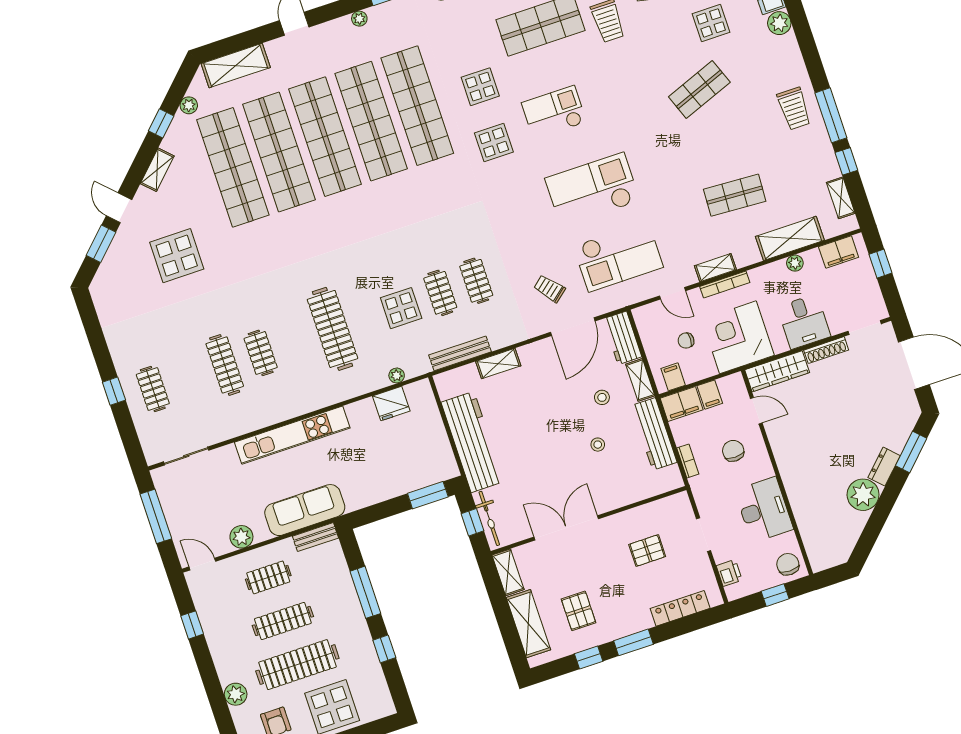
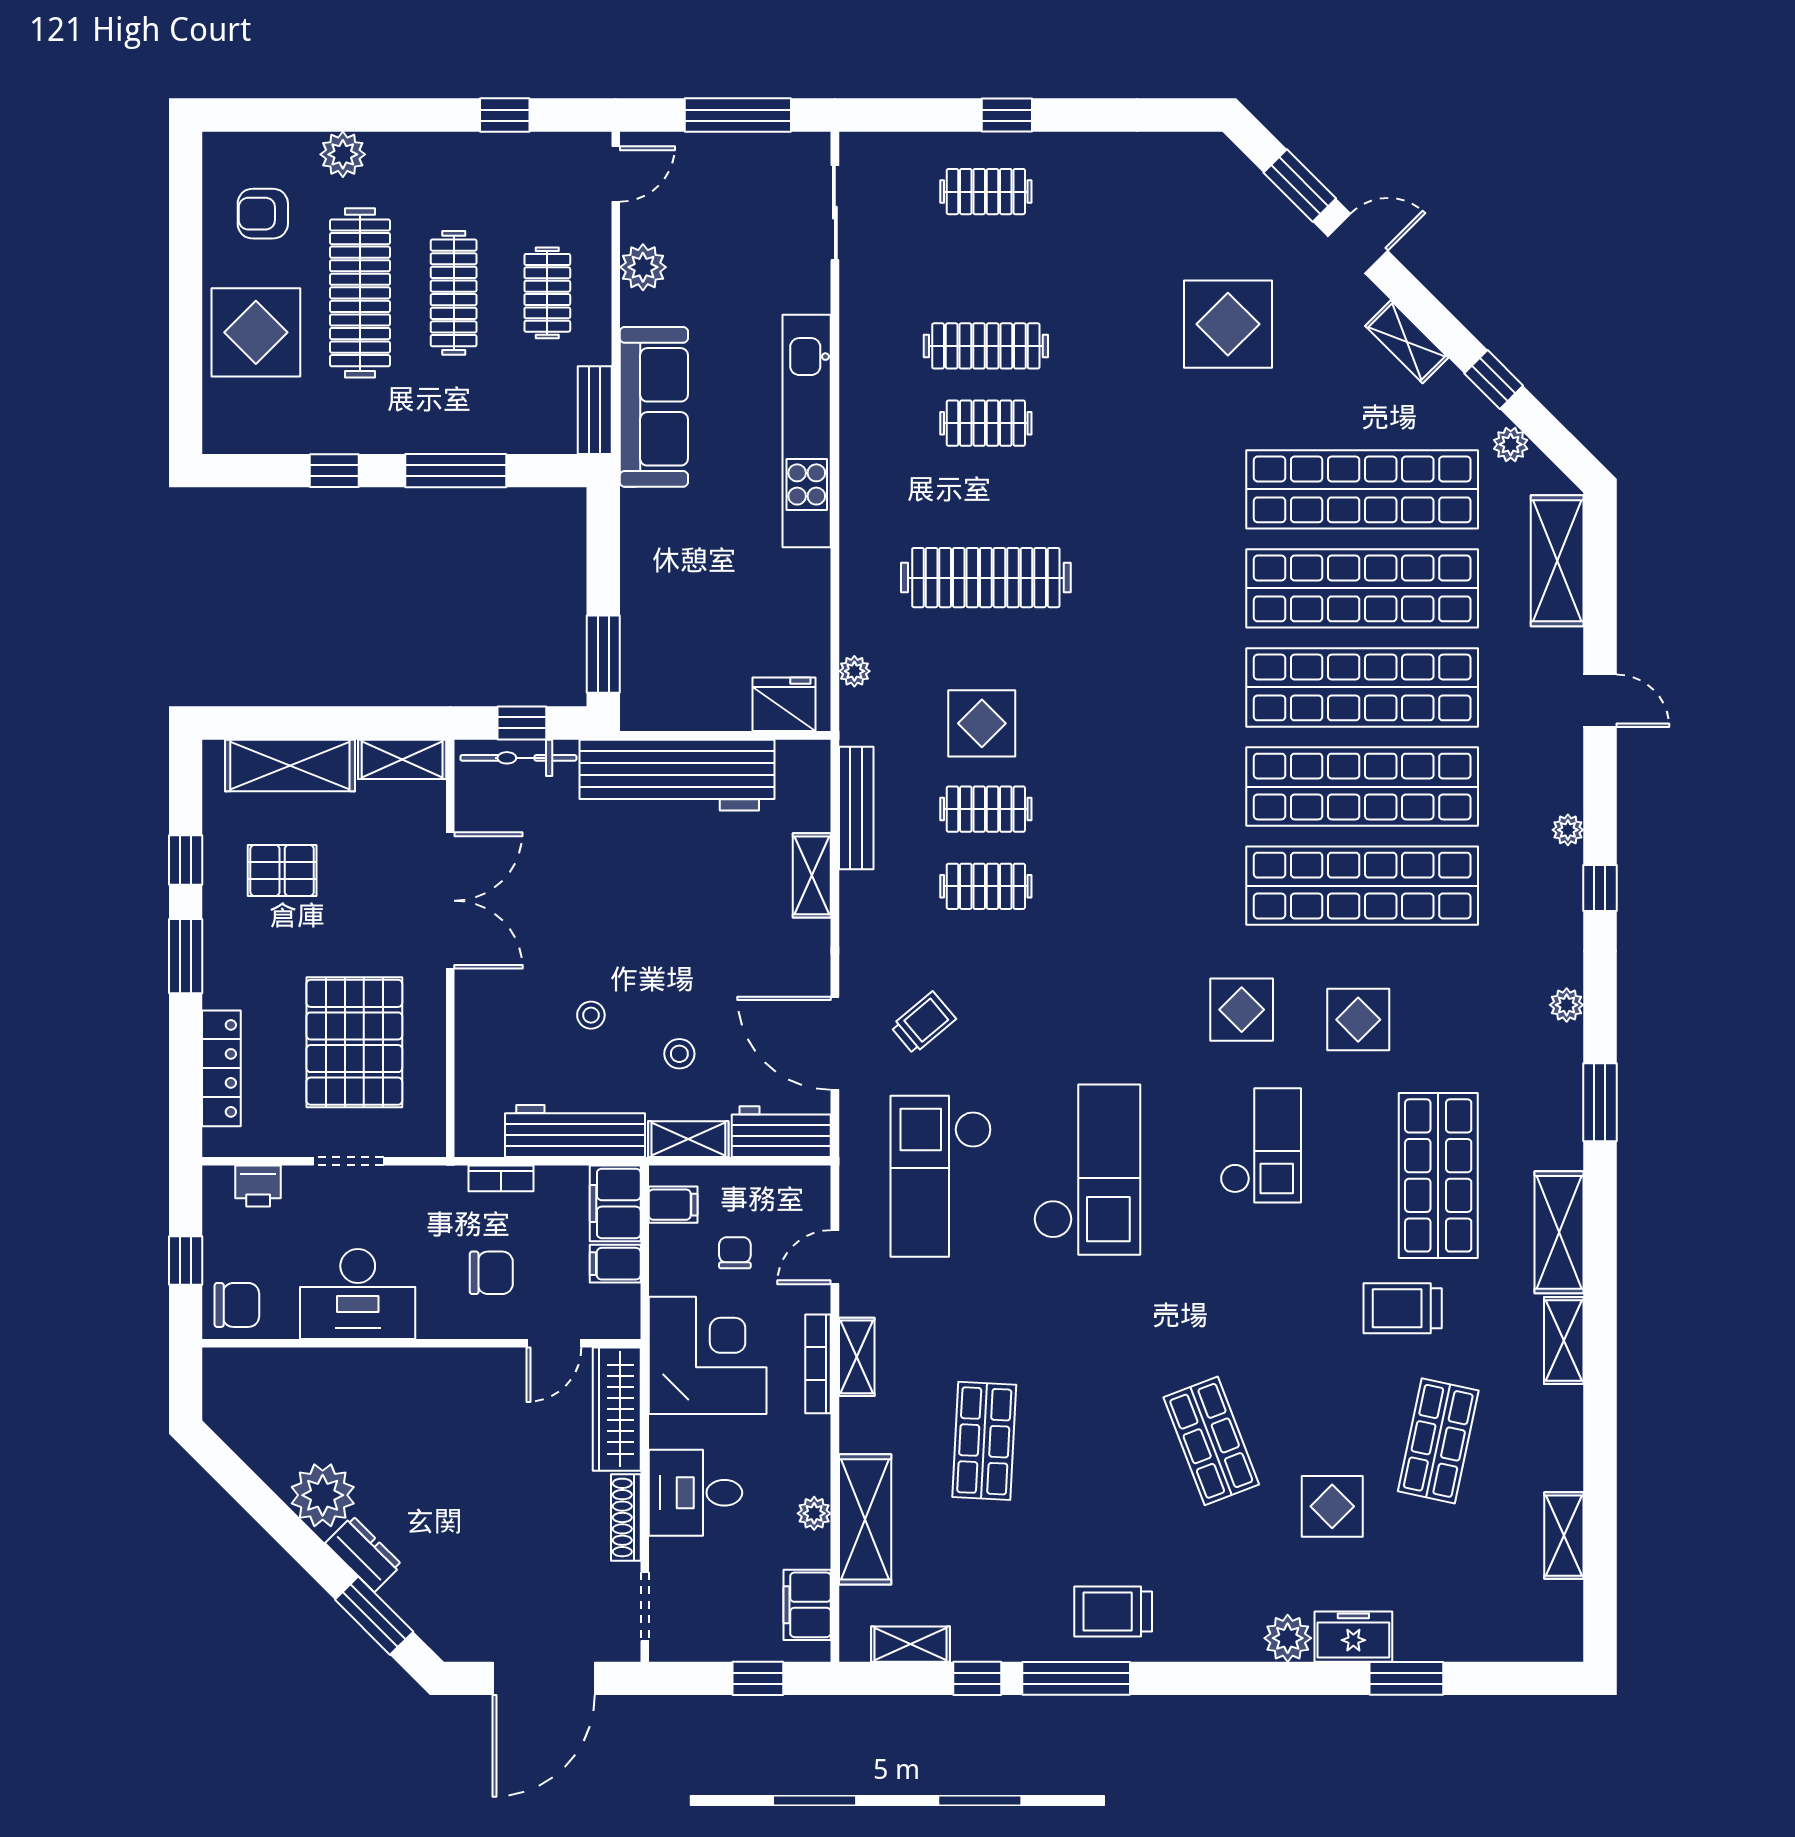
fridge: (391, 403) -> (784, 704), moved, turned 90
pallet: (647, 551) -> (354, 1042), width x2.05, depth x2.00

